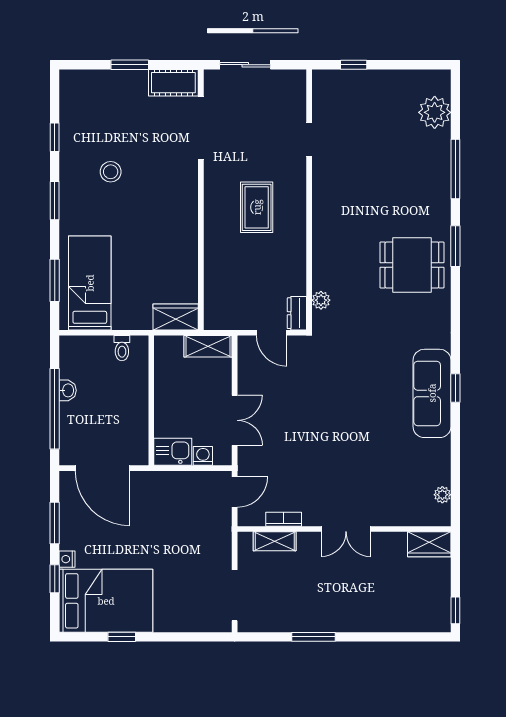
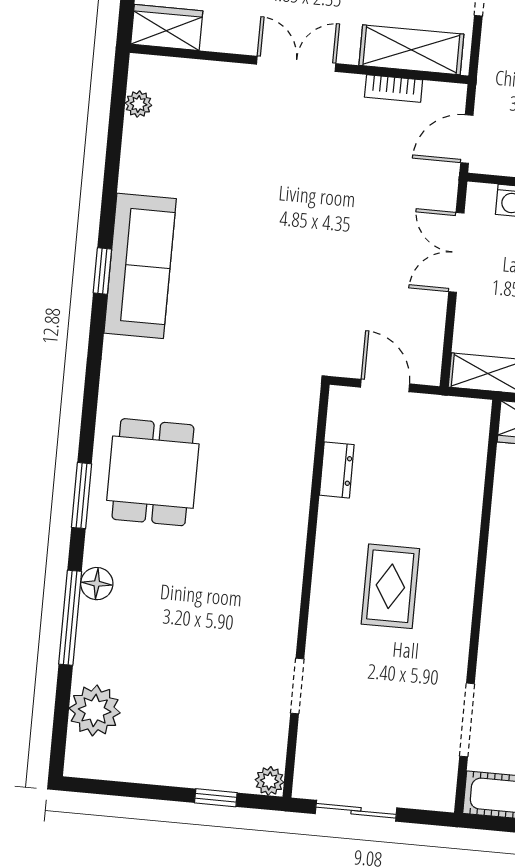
sliding door: (245, 65) -> (356, 811), moved
doorway: (201, 128) -> (467, 720), width x0.73
floor lamp: (441, 192) -> (97, 584), added
dining table: (412, 265) -> (153, 472), turned 90
plant: (321, 300) -> (270, 781), moved
dresser: (297, 313) -> (337, 470), moved
shelving: (275, 541) -> (411, 50), width x1.50, depth x1.33

